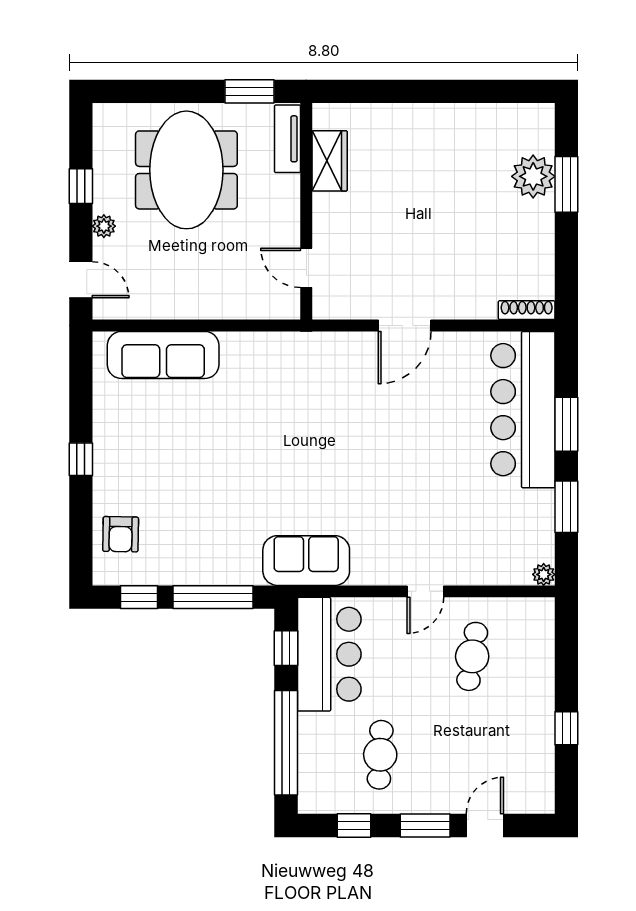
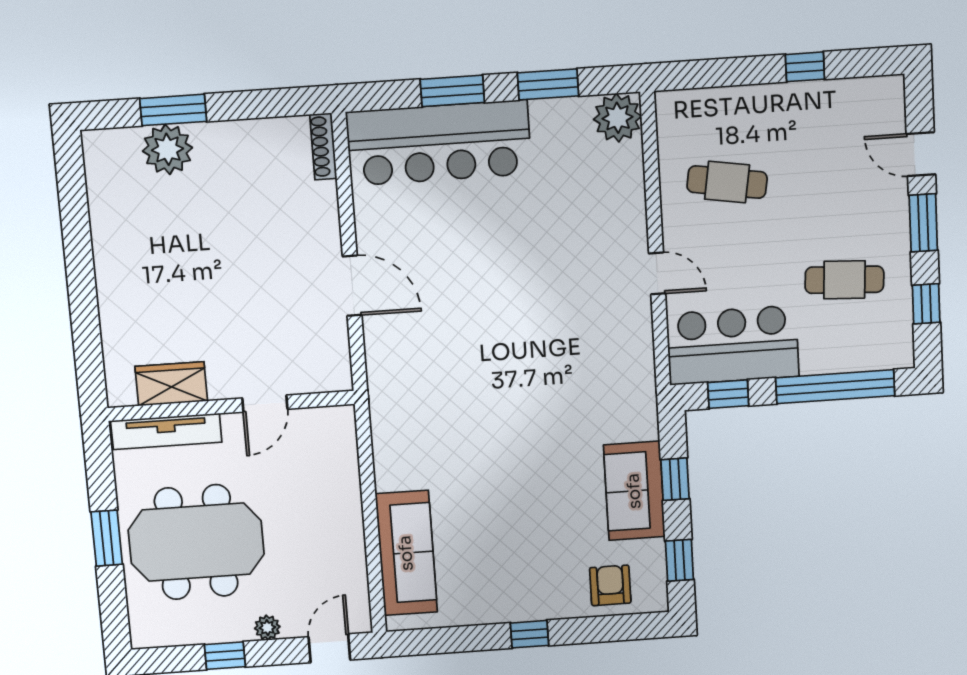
window: (249, 91) -> (107, 538), moved
tv unit: (288, 139) -> (166, 432), width x1.41
door: (306, 268) -> (265, 404), moved
armchair: (121, 534) -> (610, 585), turned -91
sofa: (306, 561) -> (634, 491), moved
plant: (544, 574) -> (618, 118), width x1.88, depth x1.88
door: (425, 591) -> (657, 273), moved
window: (213, 597) -> (675, 479), width x0.46

